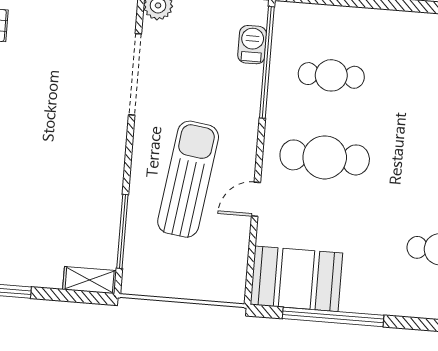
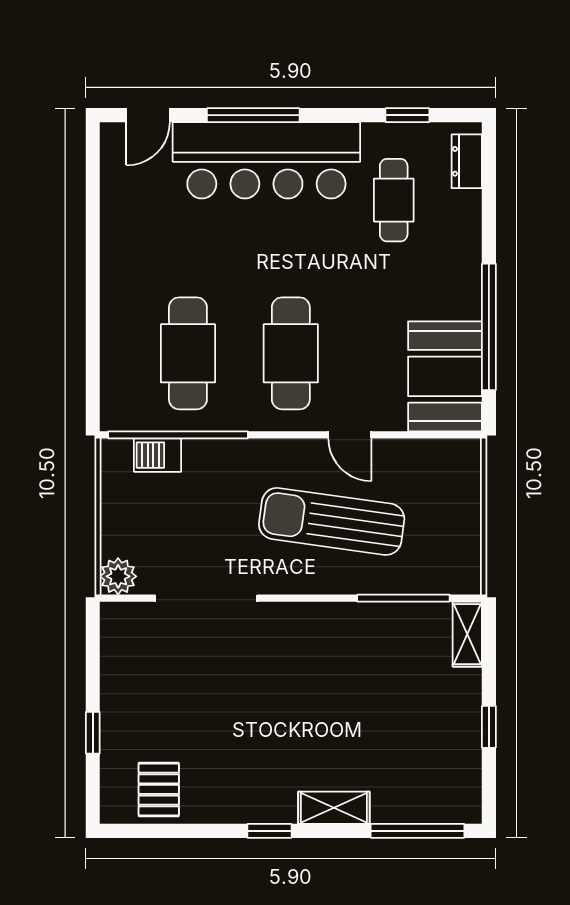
cafe table: (331, 75) -> (188, 353), width x1.37, depth x1.35

